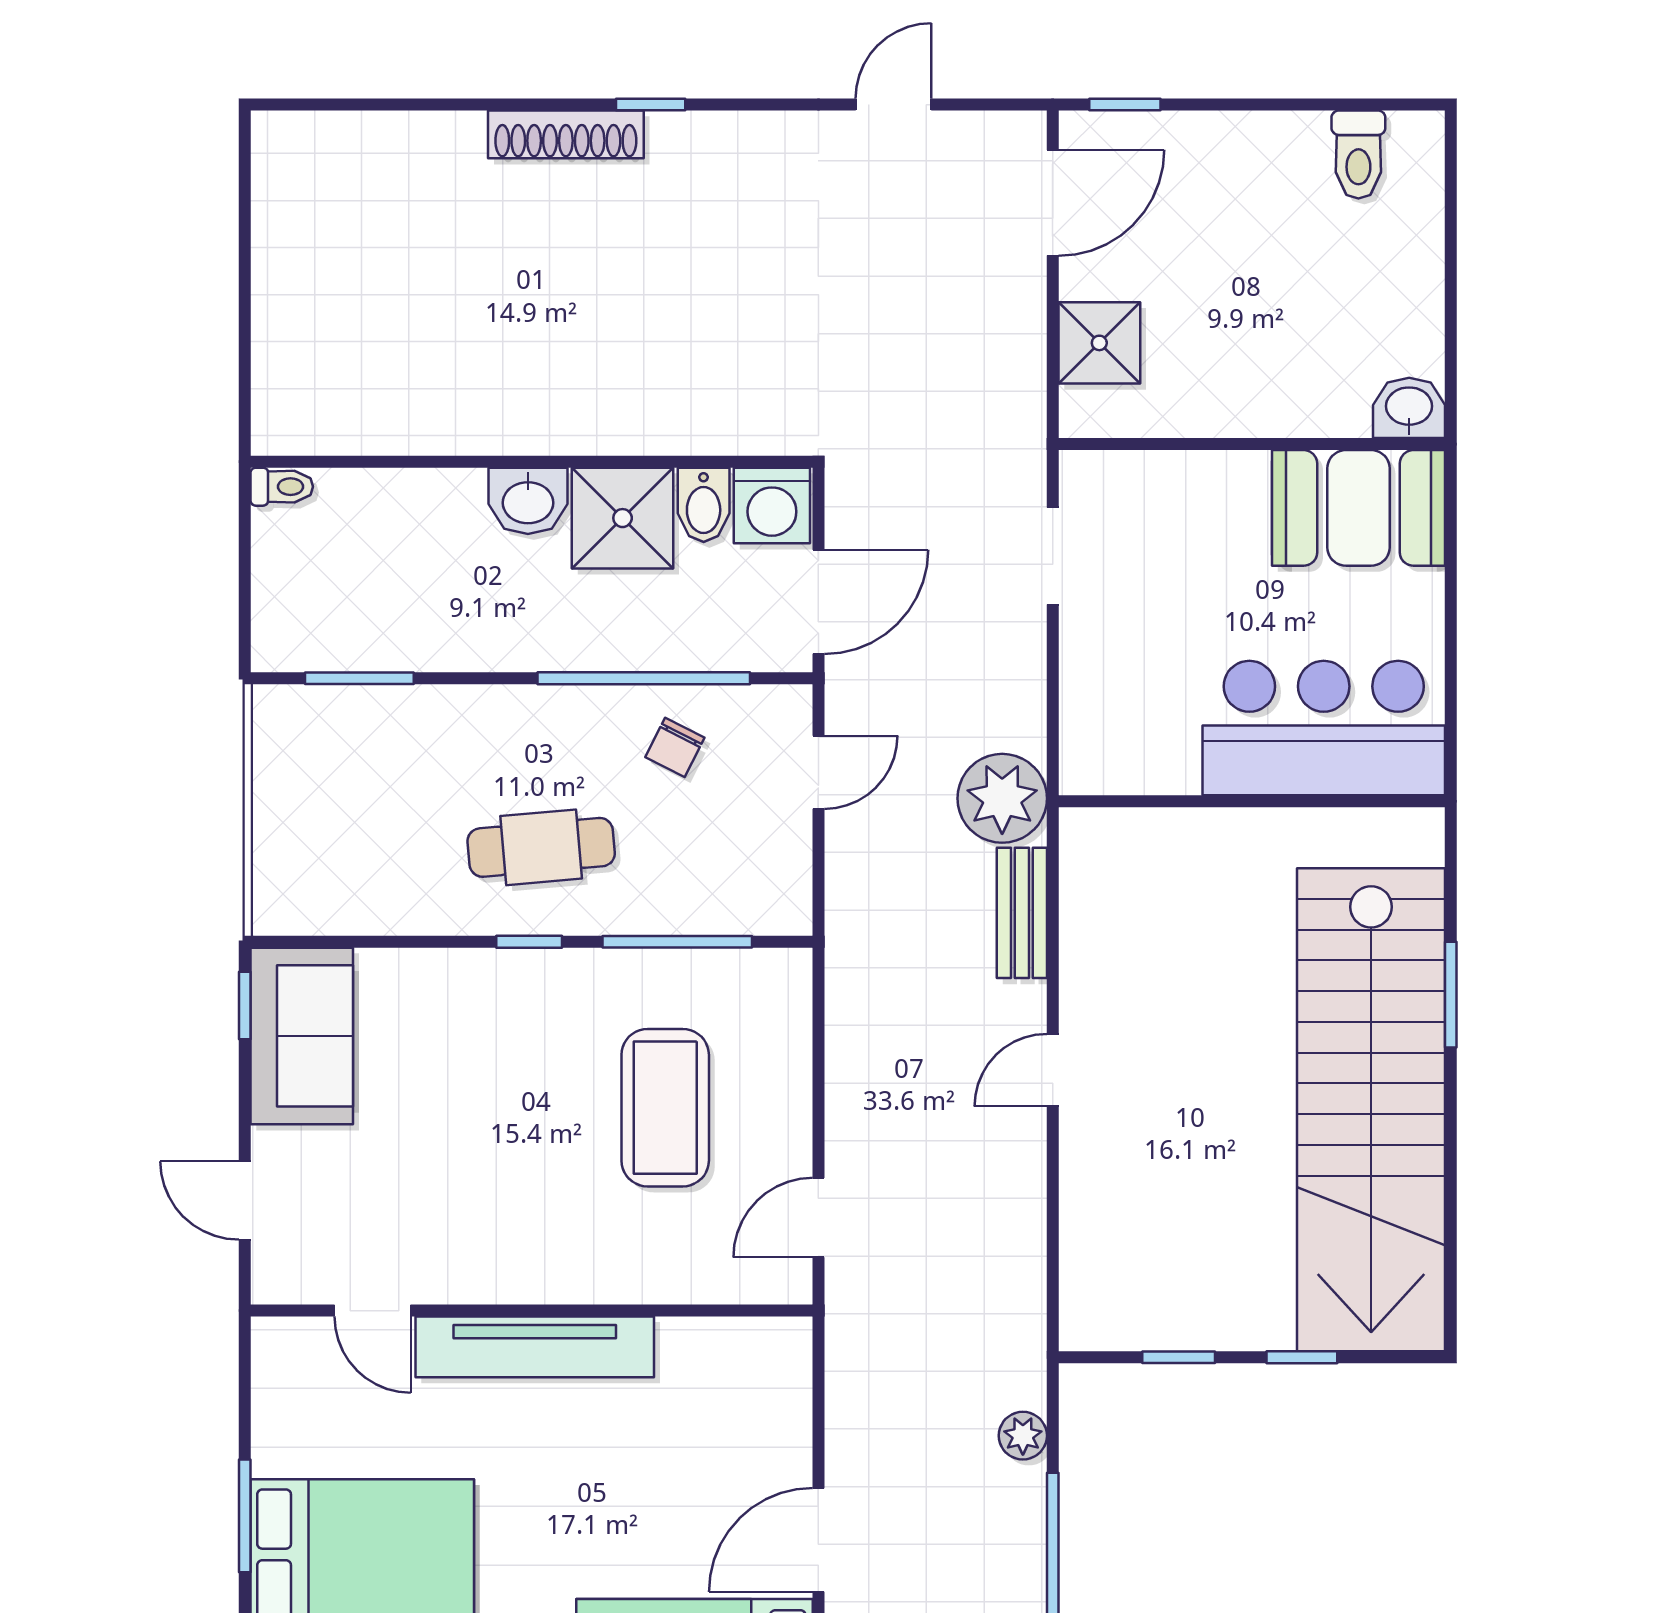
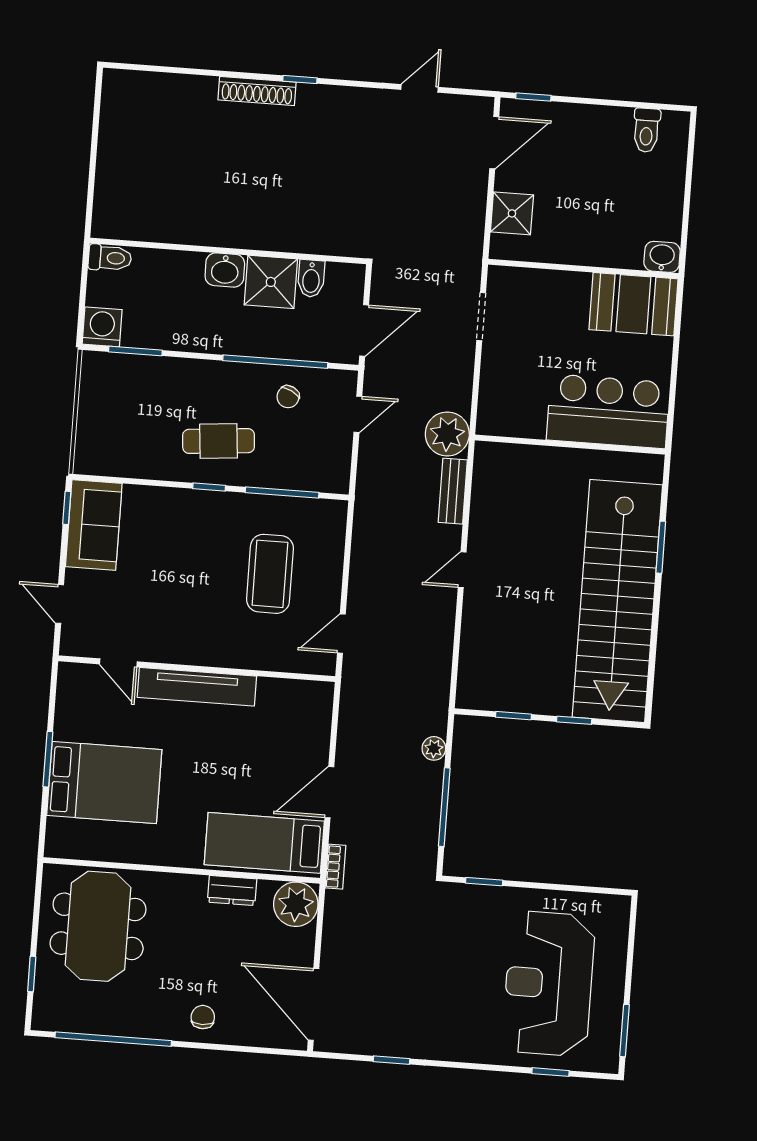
toilet: (282, 487) -> (110, 258), width x1.37, depth x1.39
washing machine: (772, 505) -> (102, 327), moved, turned 180

